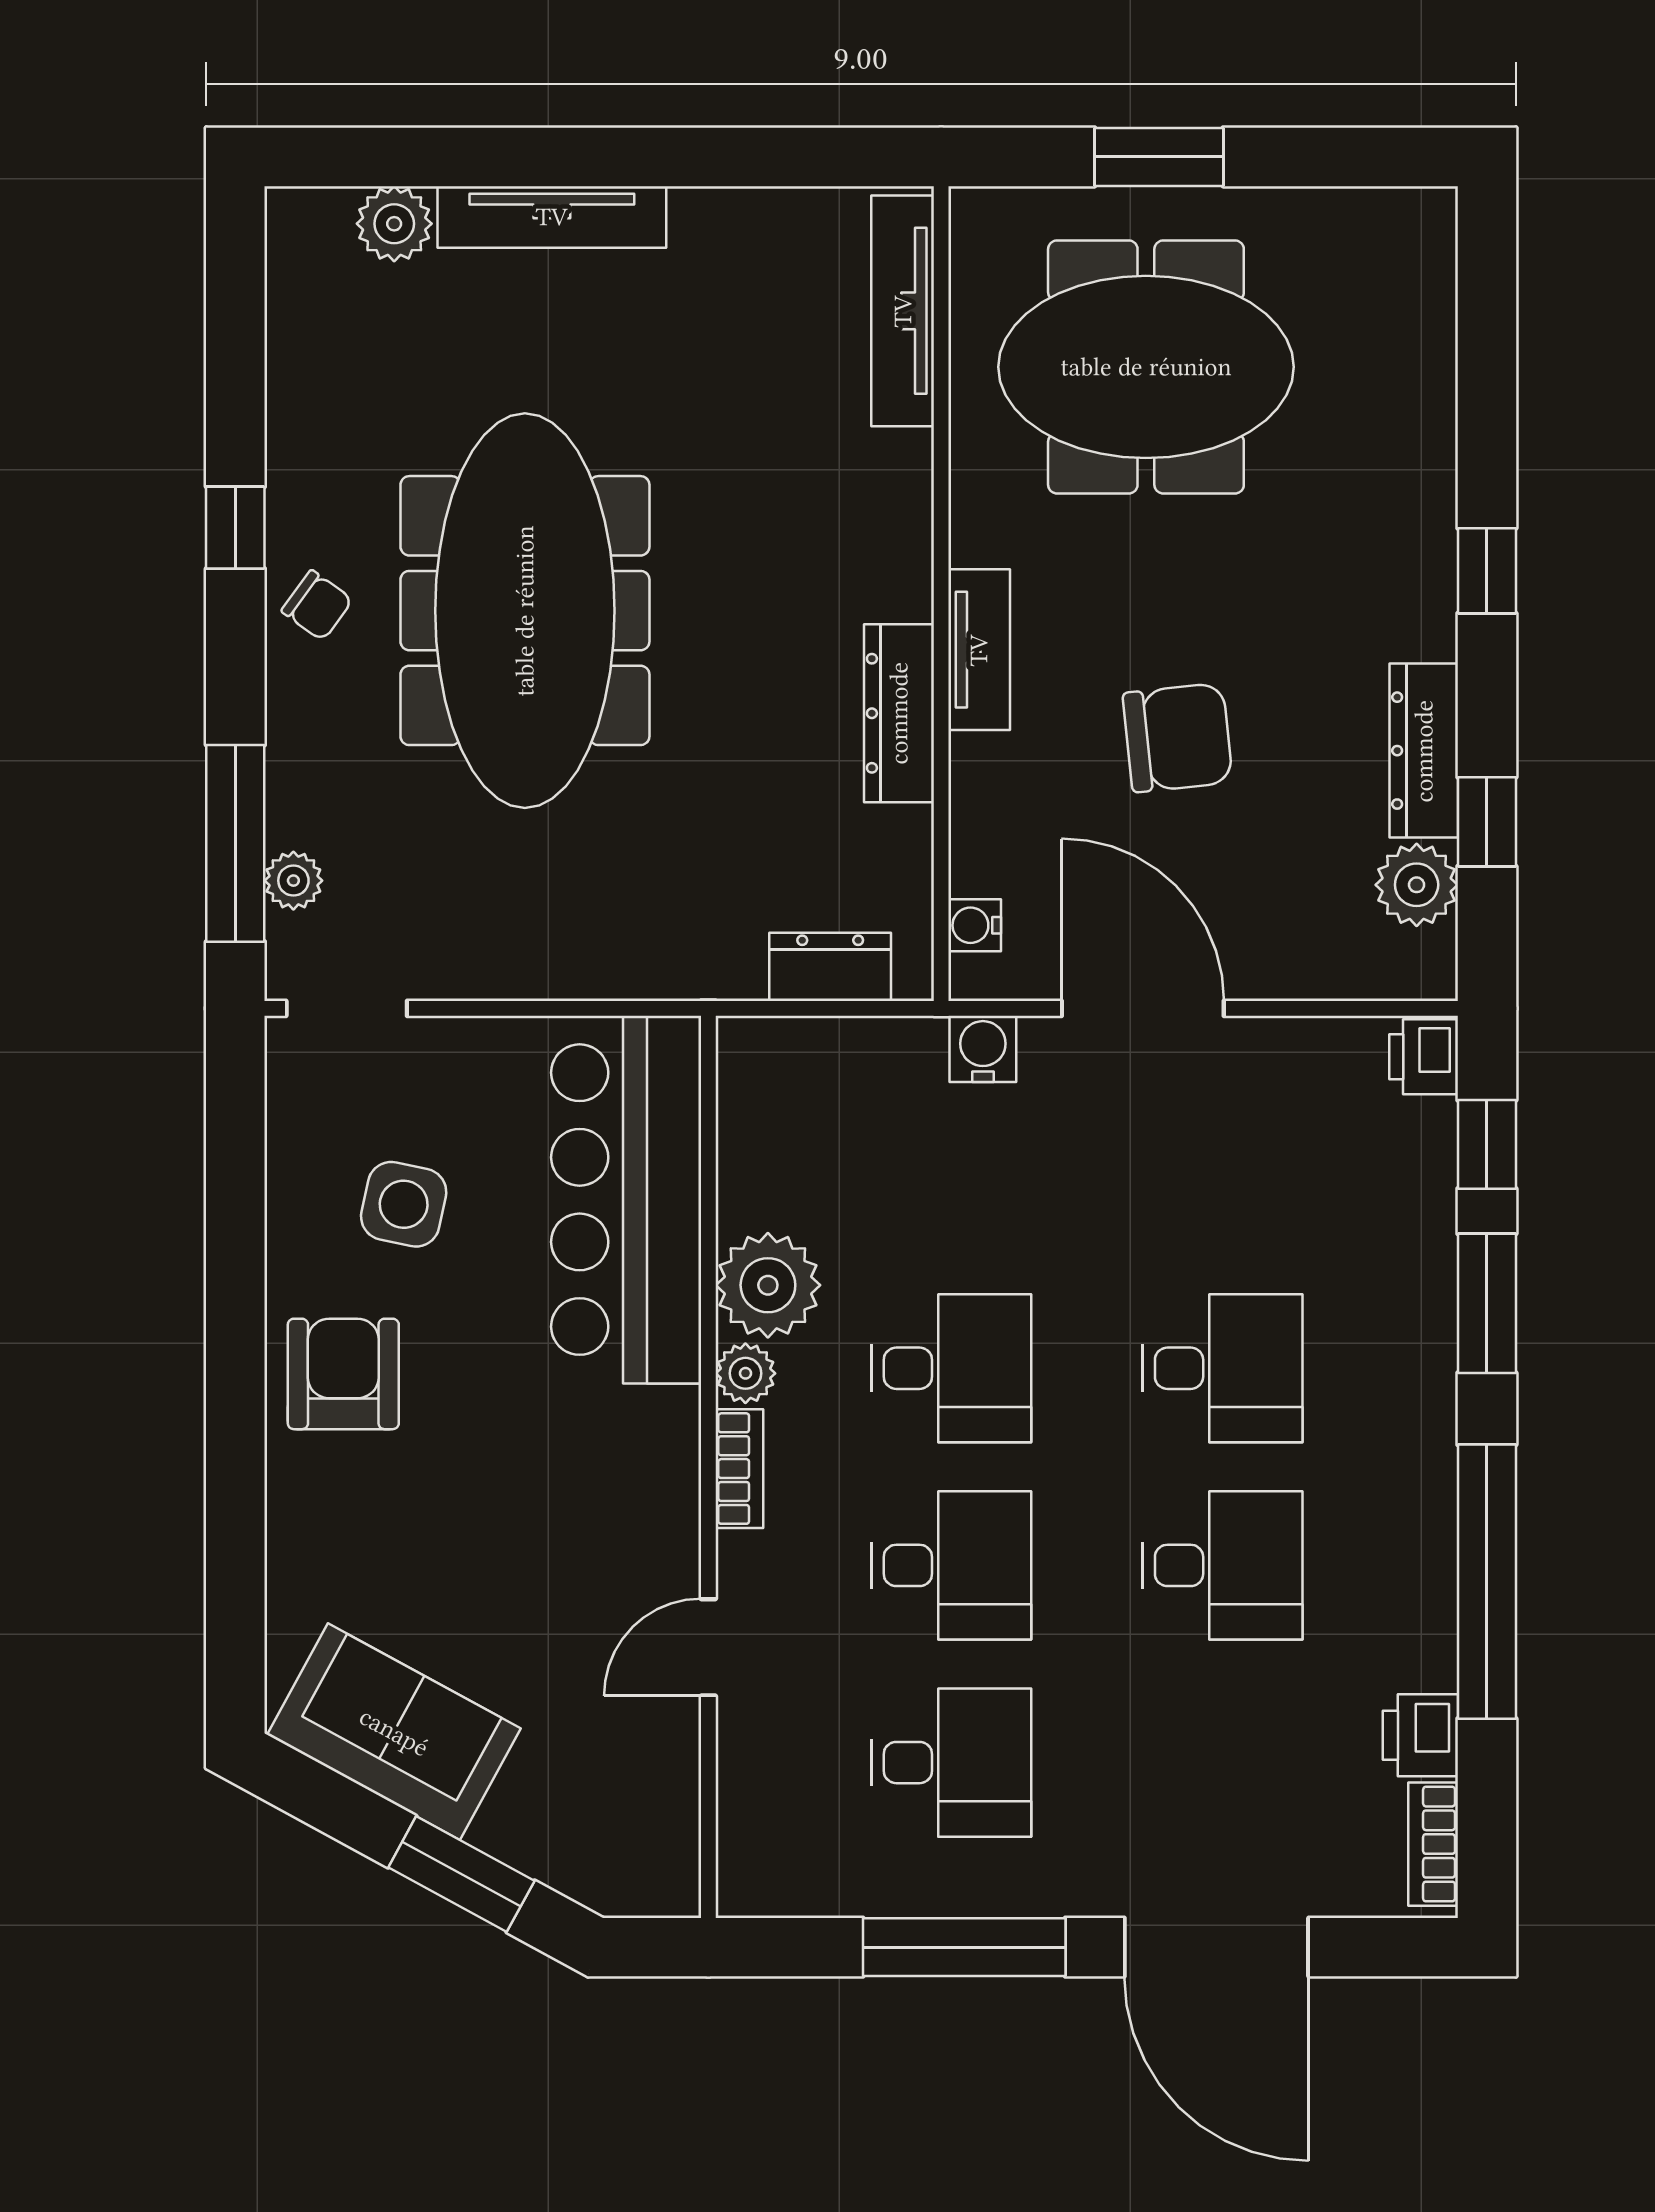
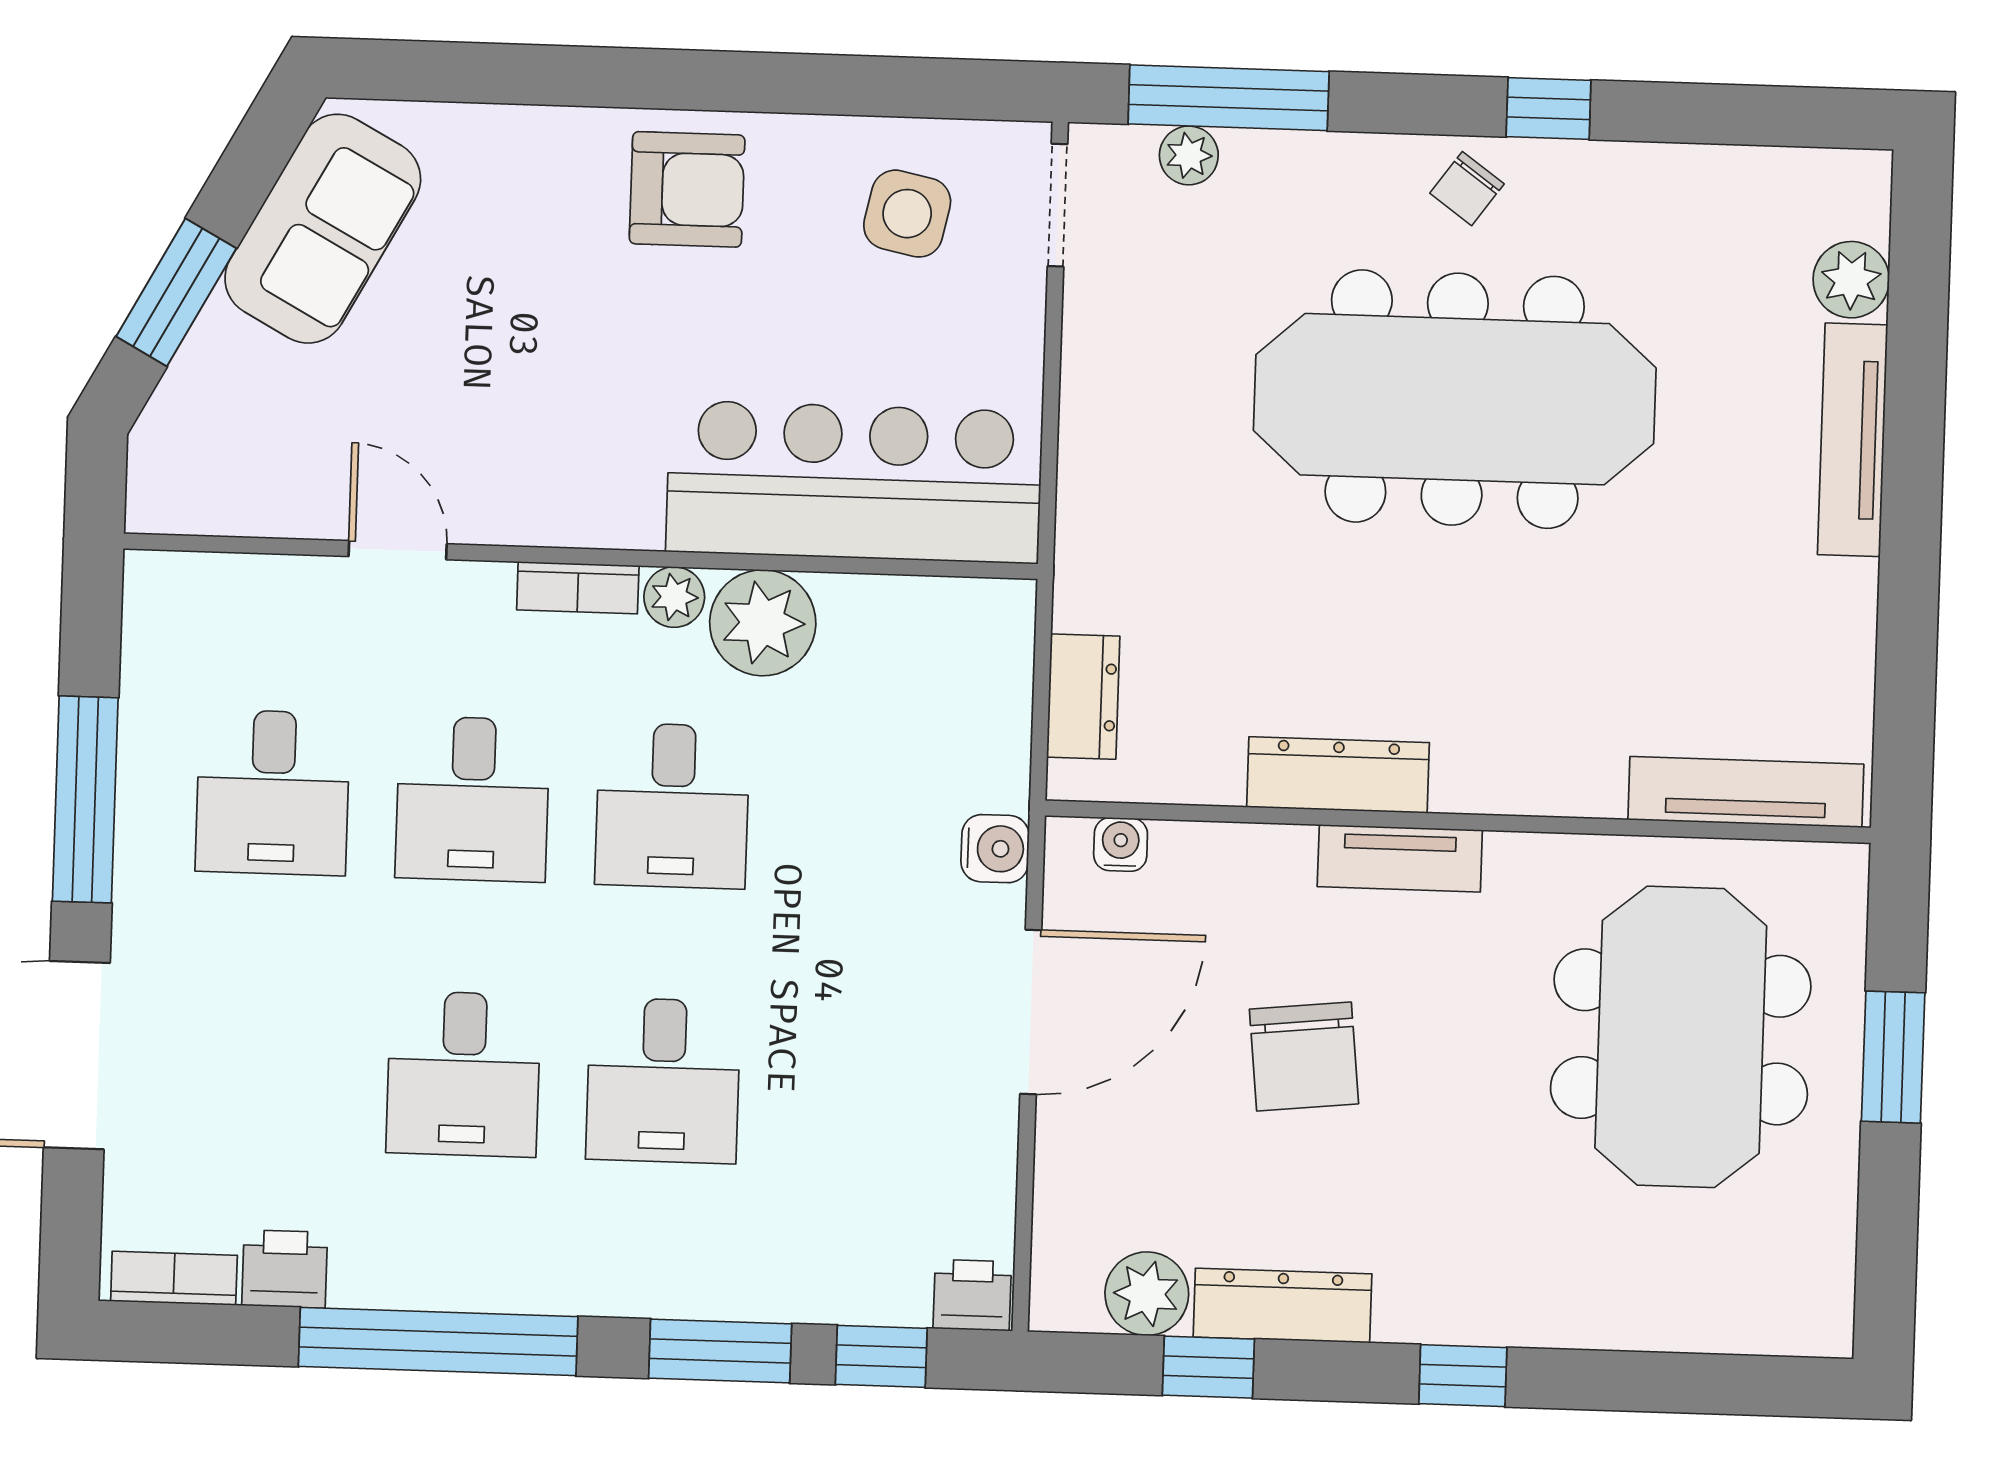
side table: (404, 1204) -> (907, 214), moved

